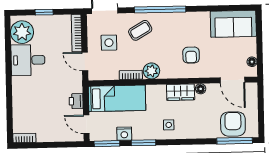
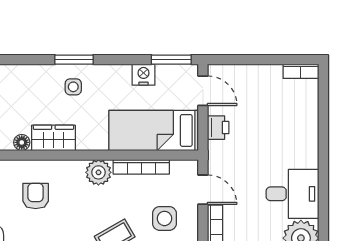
bookcase: (131, 75) -> (141, 167), width x1.56
window: (143, 143) -> (74, 60), moved

